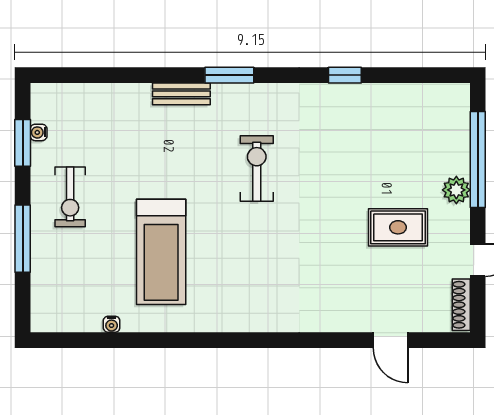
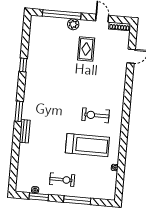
exercise bike: (257, 168) -> (96, 115), moved

